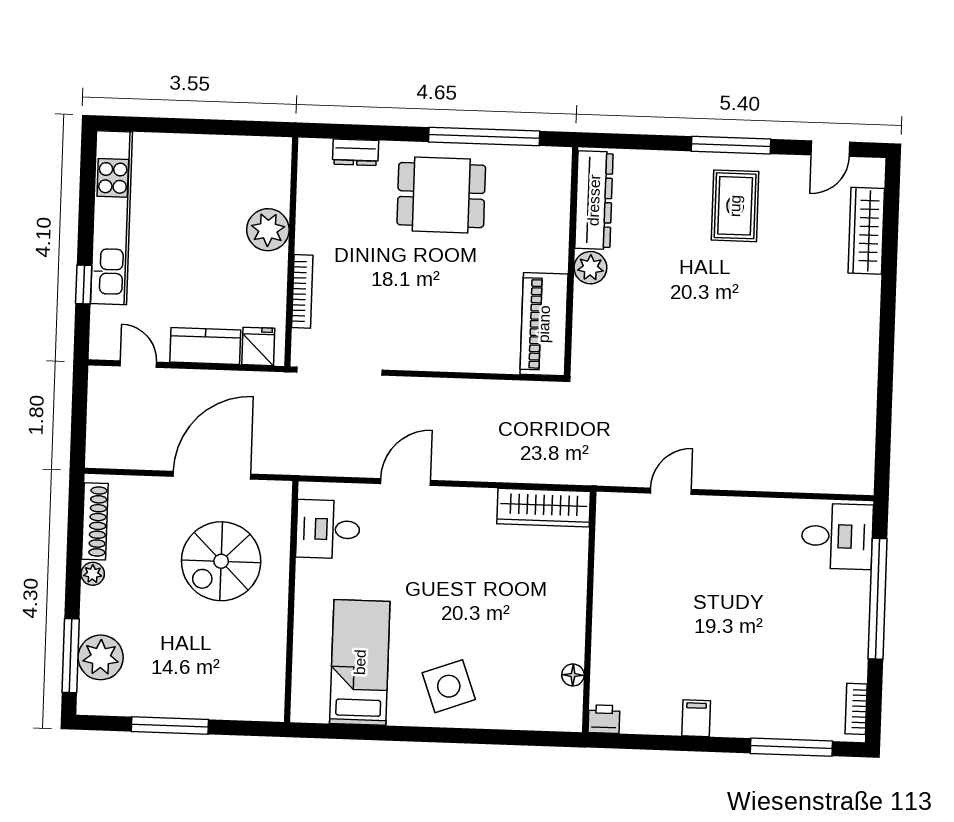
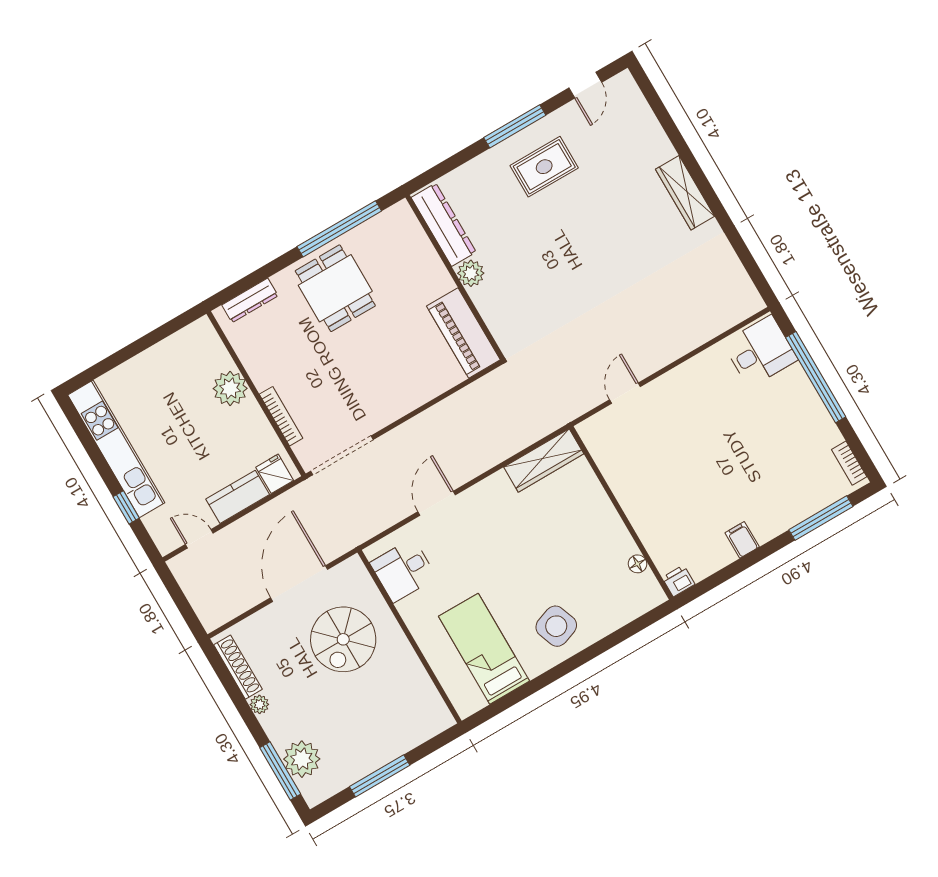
dresser: (355, 152) -> (250, 300), width x1.44
dining table: (441, 195) -> (335, 288), turned 90
rug: (735, 206) -> (544, 167), turned 90
wardrobe: (866, 231) -> (685, 193), moved

